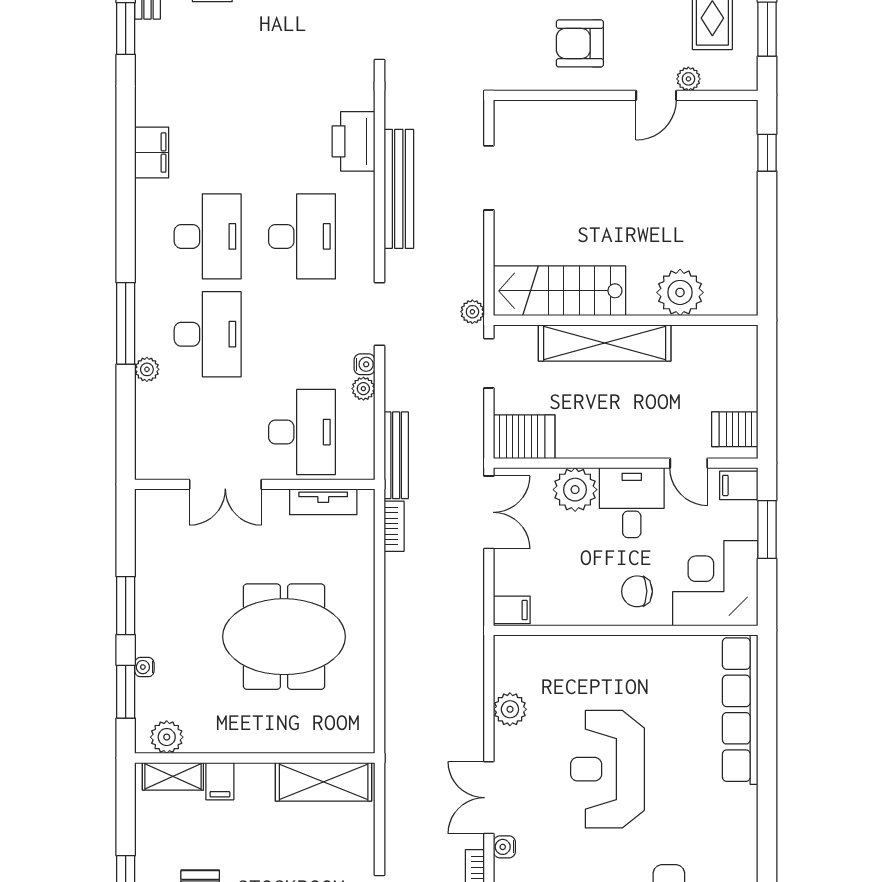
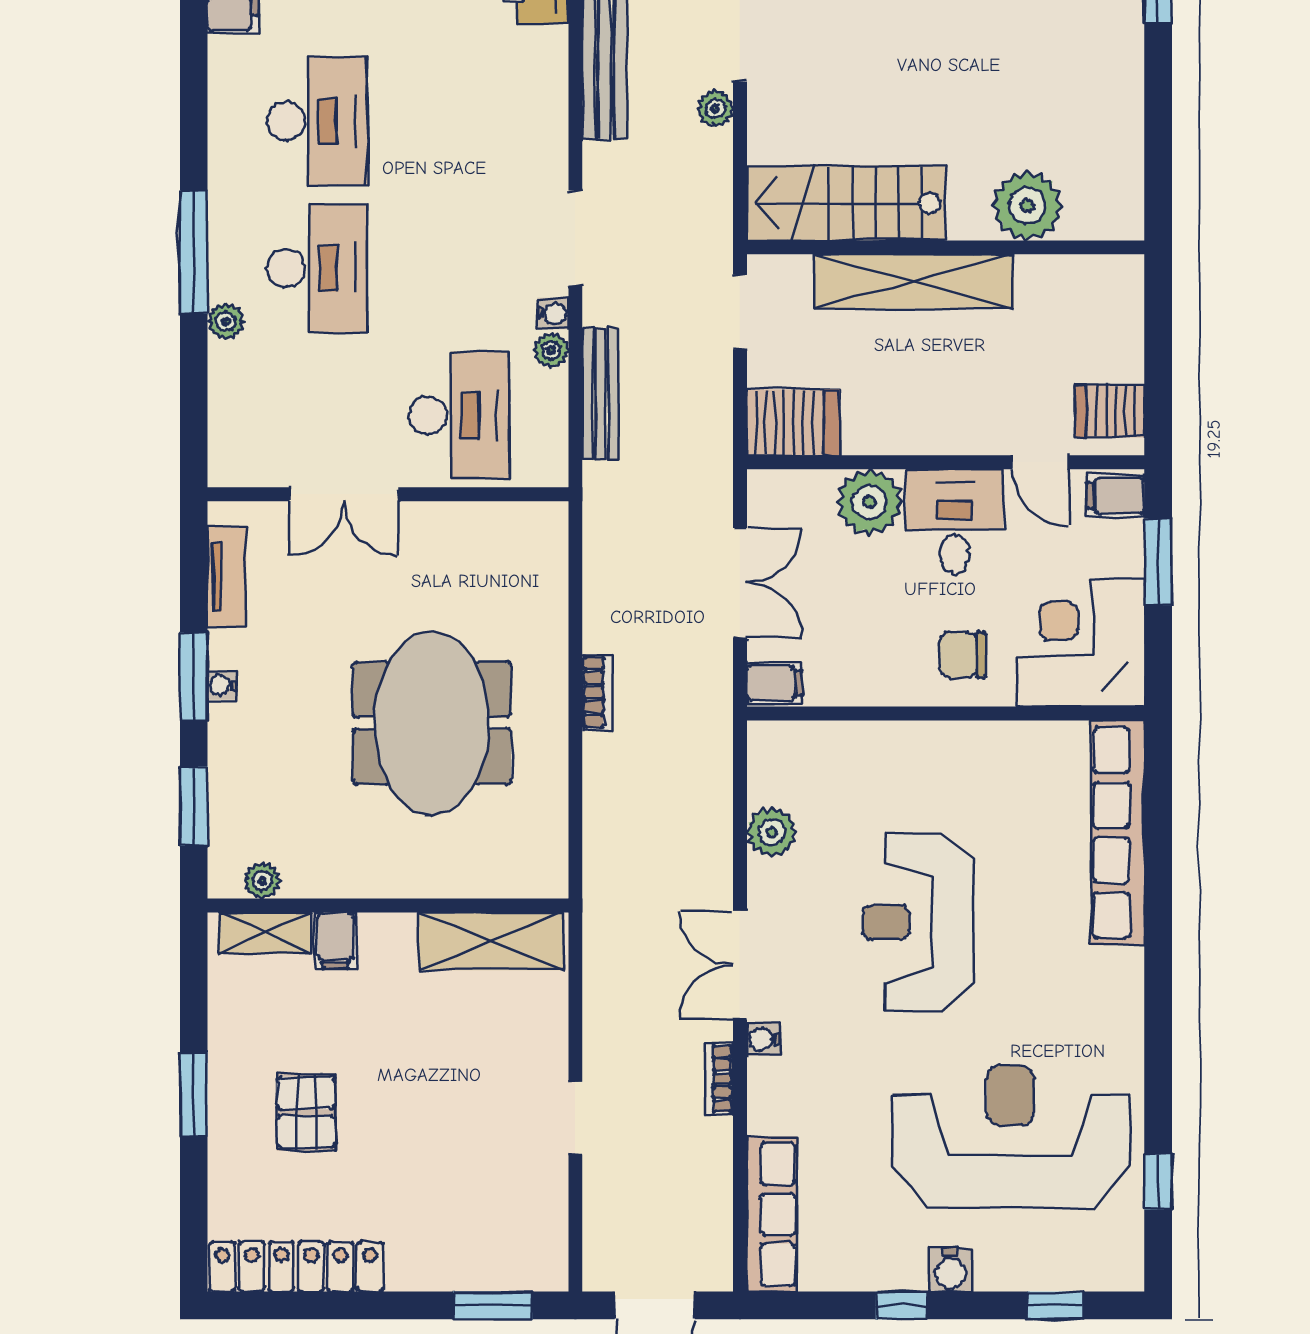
desk: (302, 236) -> (459, 121), removed
plant: (472, 312) -> (715, 109), moved
bench: (396, 455) -> (600, 394), moved
tv unit: (323, 502) -> (227, 577), moved, turned -90
double door: (489, 512) -> (740, 583), moved
bookcase: (394, 526) -> (597, 692), moved
meeting table: (284, 637) -> (432, 723), turned 90
water cooler: (144, 667) -> (222, 685), moved
plant: (167, 737) -> (262, 881), width x0.73, depth x0.73

